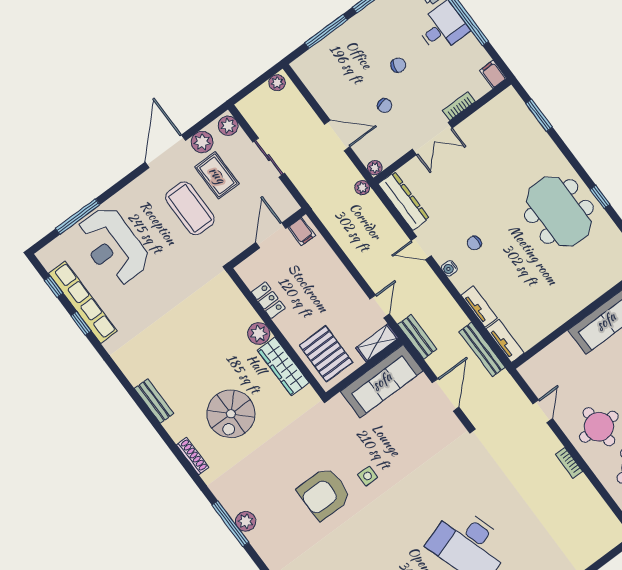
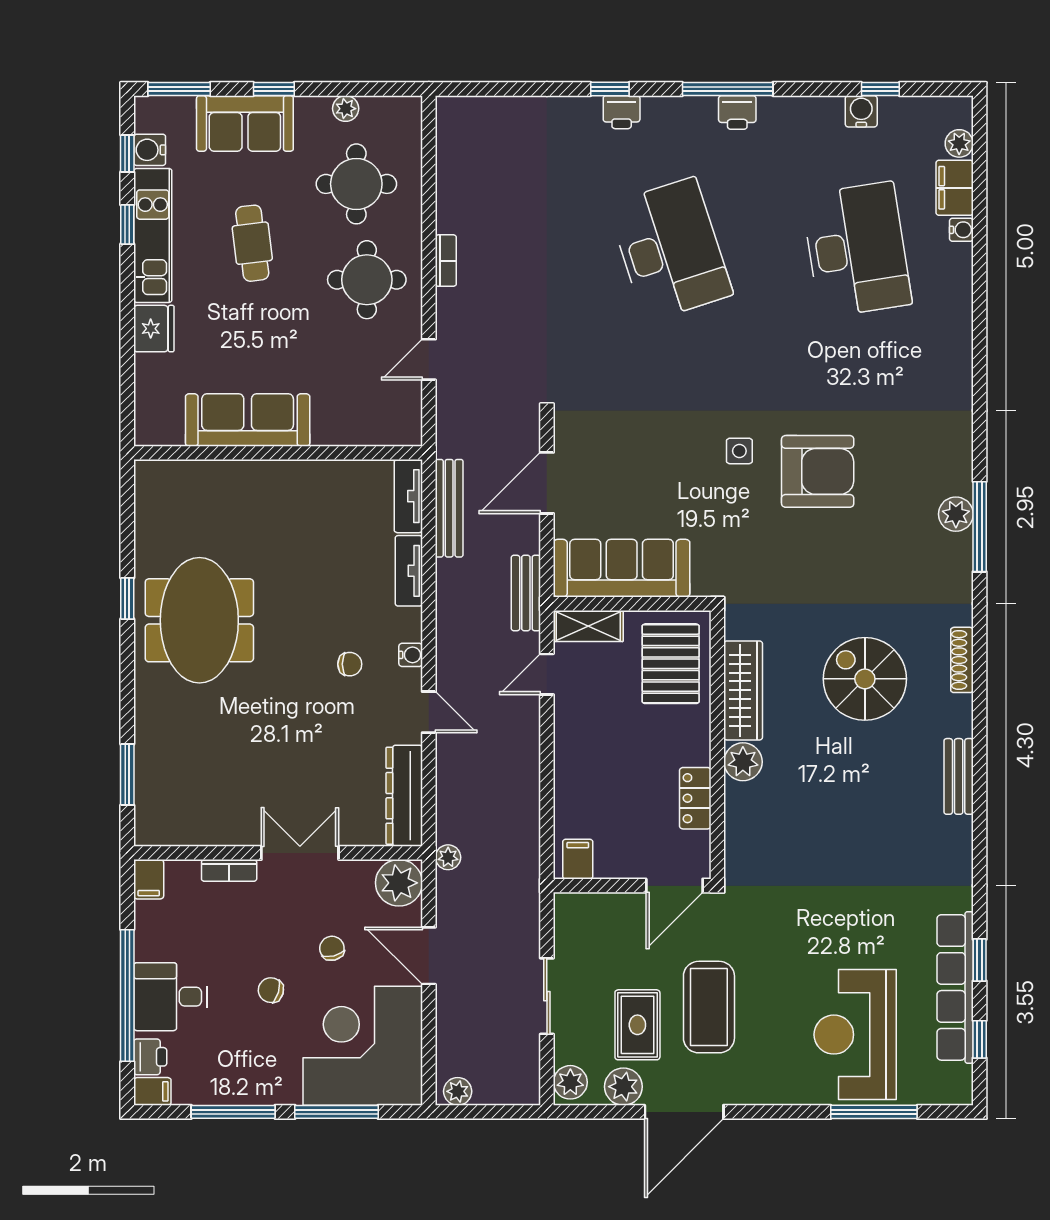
corner desk: (337, 71) -> (363, 1046), added
plant: (375, 168) -> (399, 883), width x1.87, depth x1.87
door: (271, 235) -> (674, 886), moved
reception desk: (113, 246) -> (855, 1035), turned 180
spiral stairs: (231, 414) -> (865, 679), turned -90

